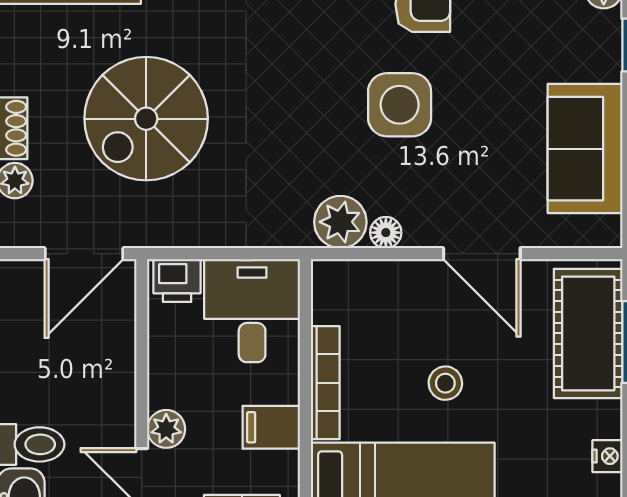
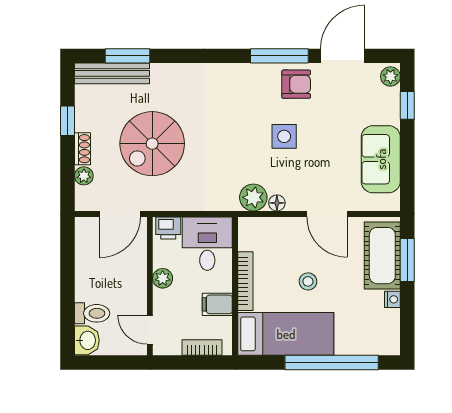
side table: (400, 105) -> (284, 136), width x0.73, depth x0.73
plant: (166, 429) -> (163, 278), moved
nightstand: (607, 456) -> (392, 299), moved

